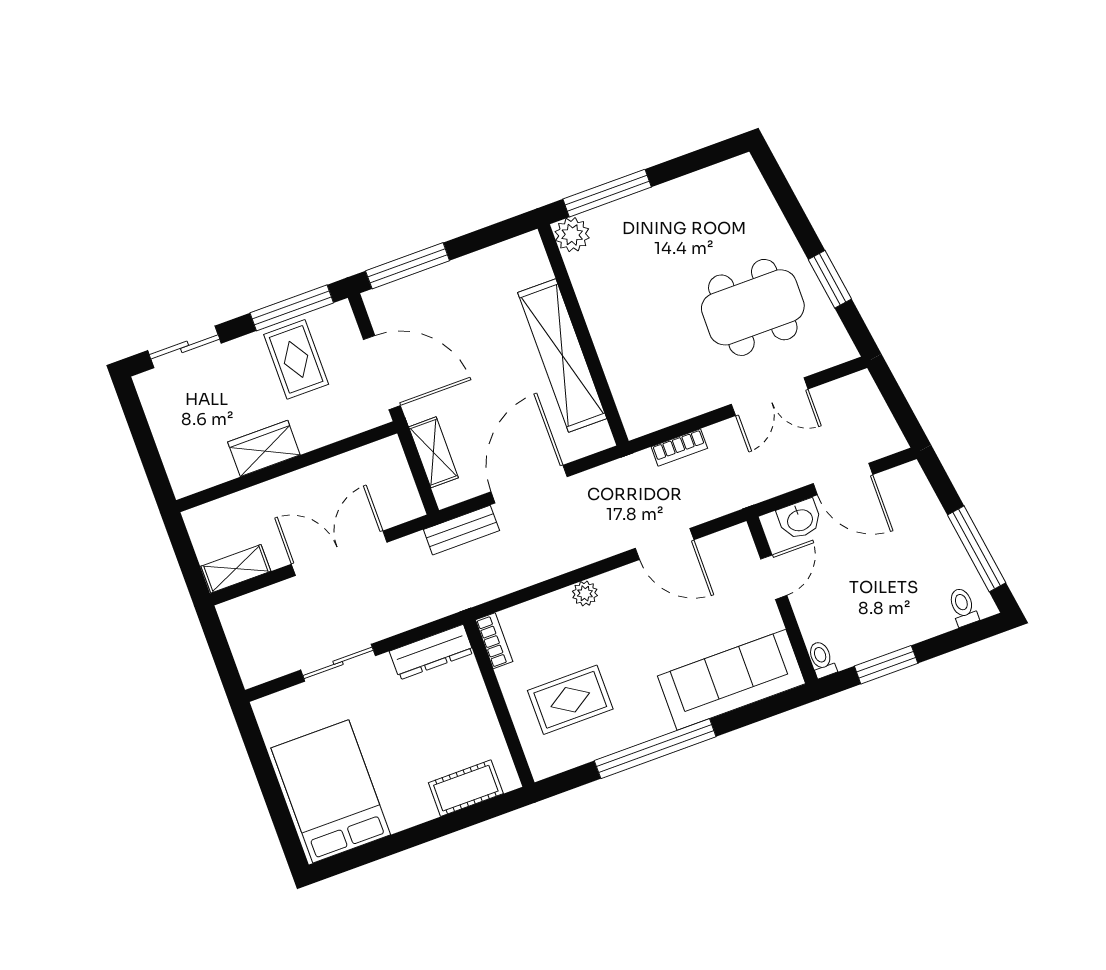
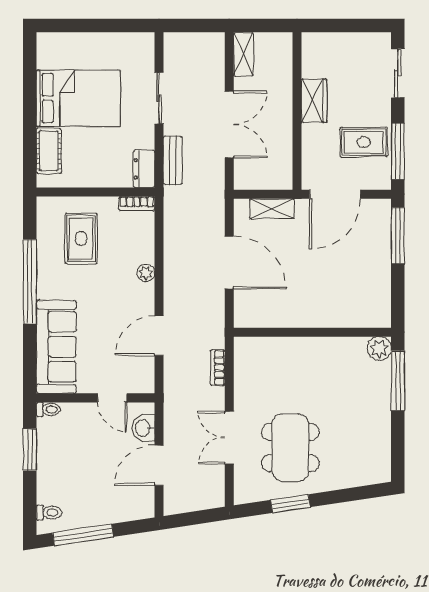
shelving: (562, 356) -> (304, 314), removed
bench: (461, 530) -> (173, 160), moved
dresser: (432, 652) -> (144, 169), width x0.70
bed: (331, 791) -> (78, 98), moved

